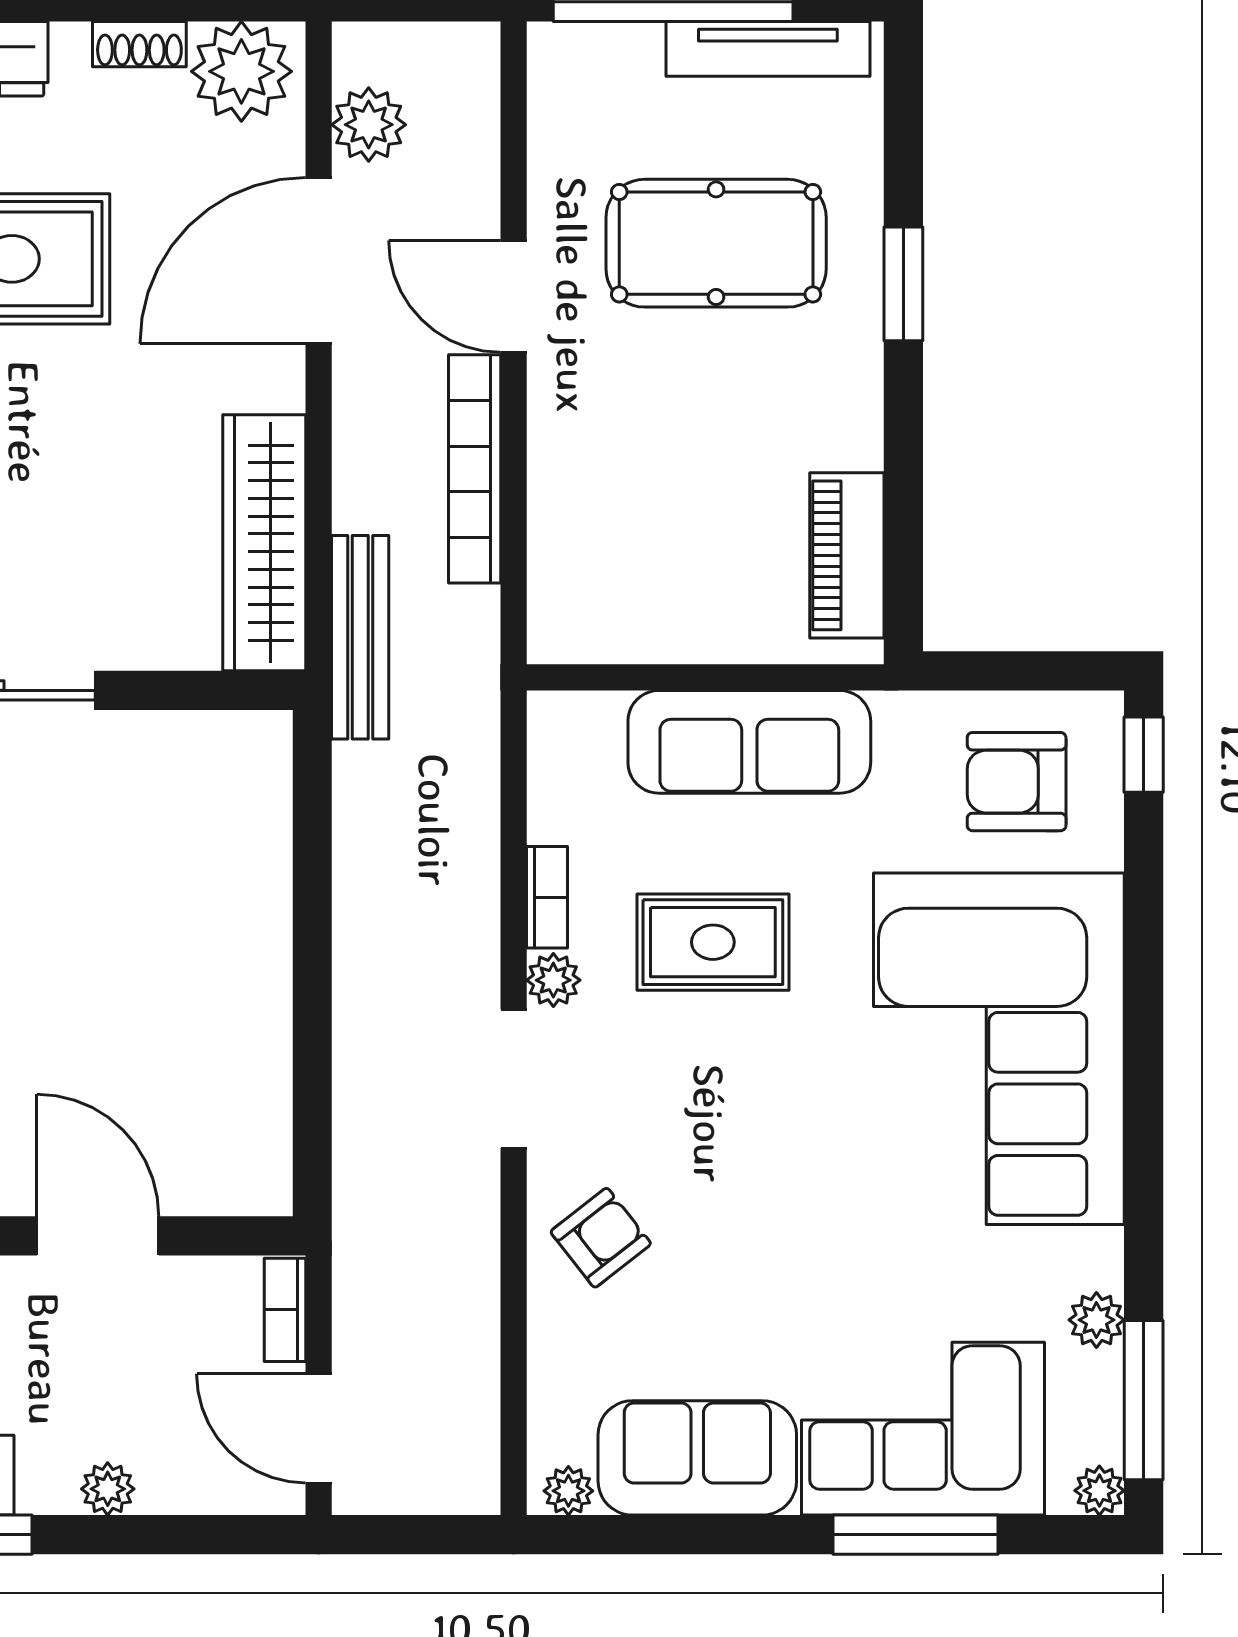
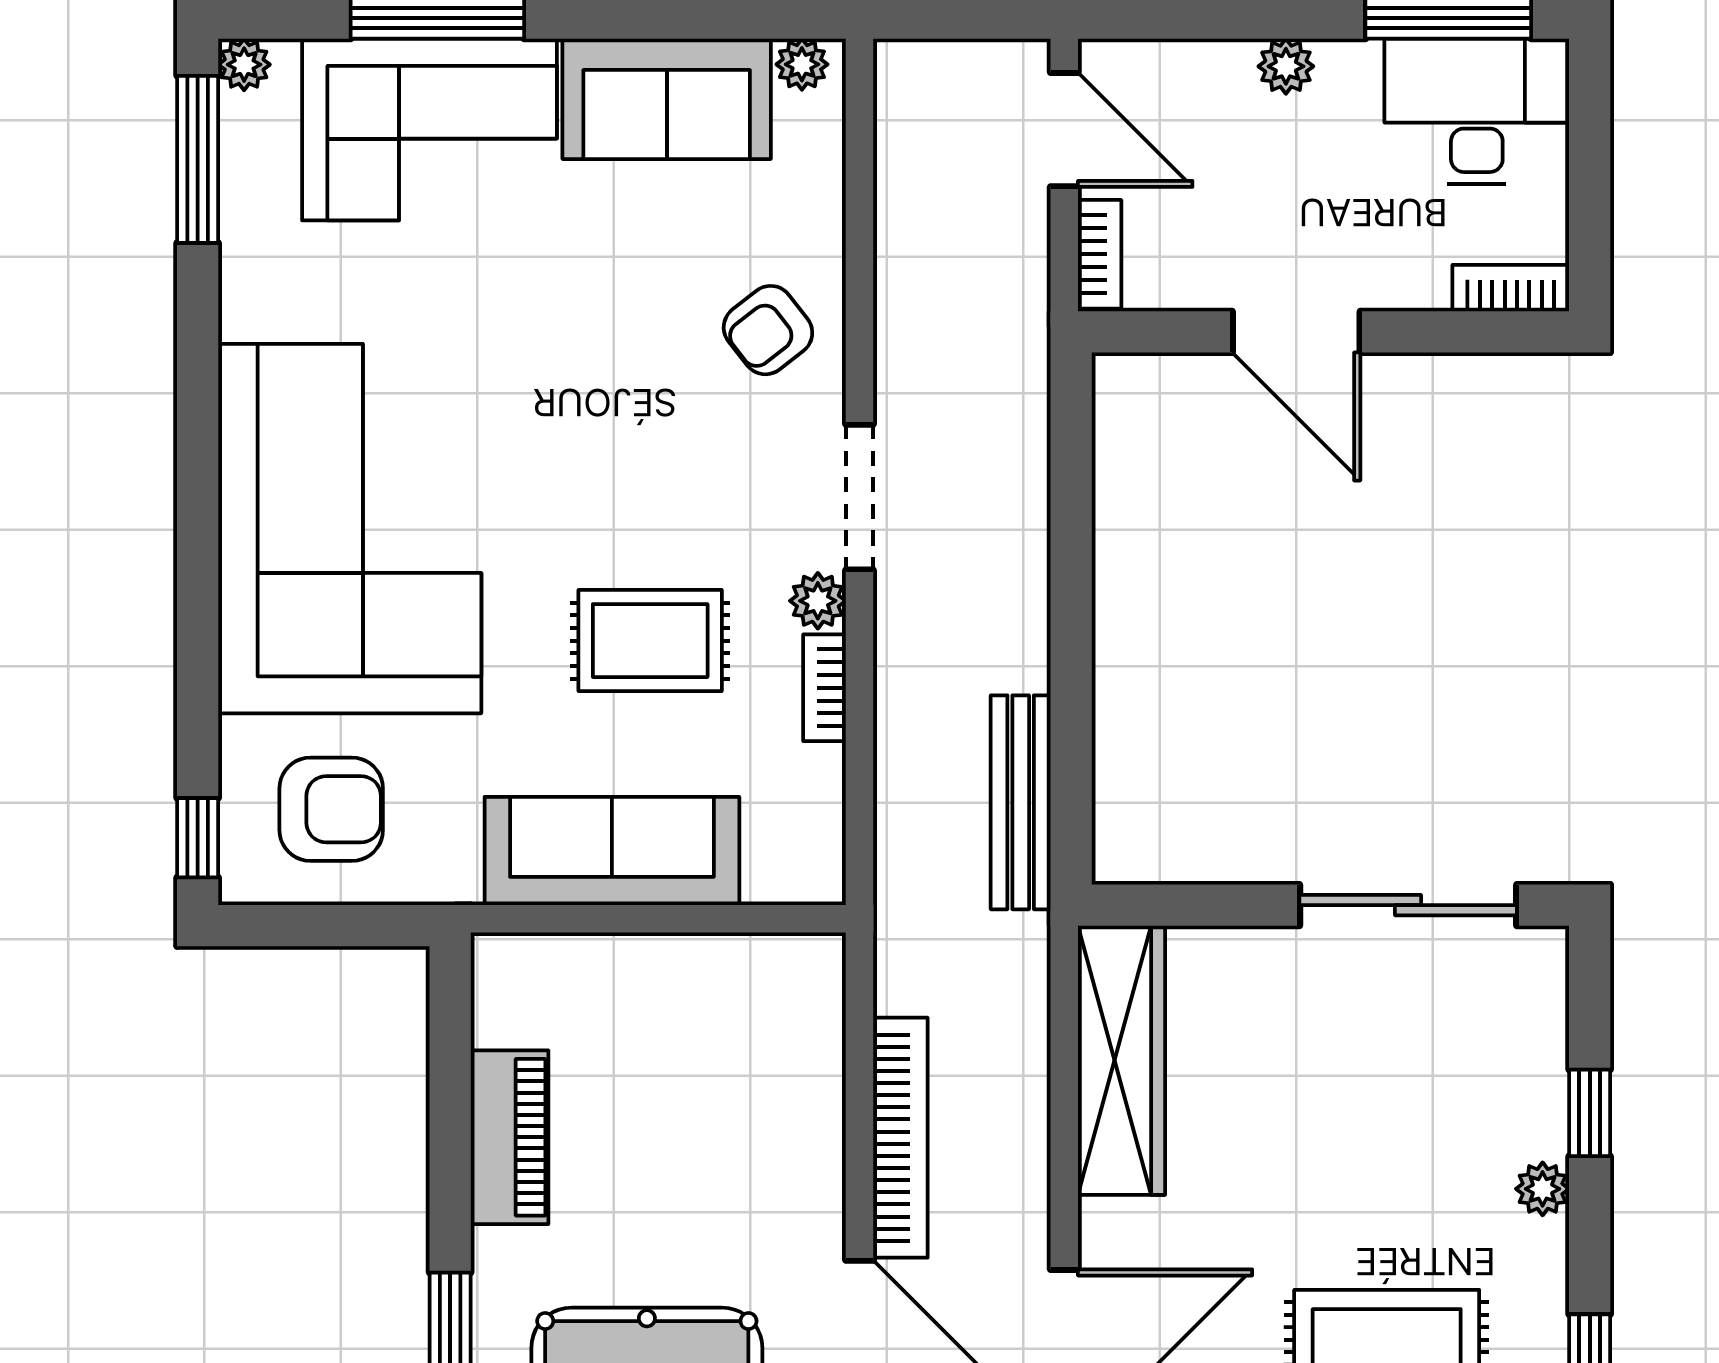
piano: (847, 555) -> (509, 1137), moved
bench: (360, 637) -> (1021, 802), moved
plant: (1096, 1320) -> (247, 244), removed

